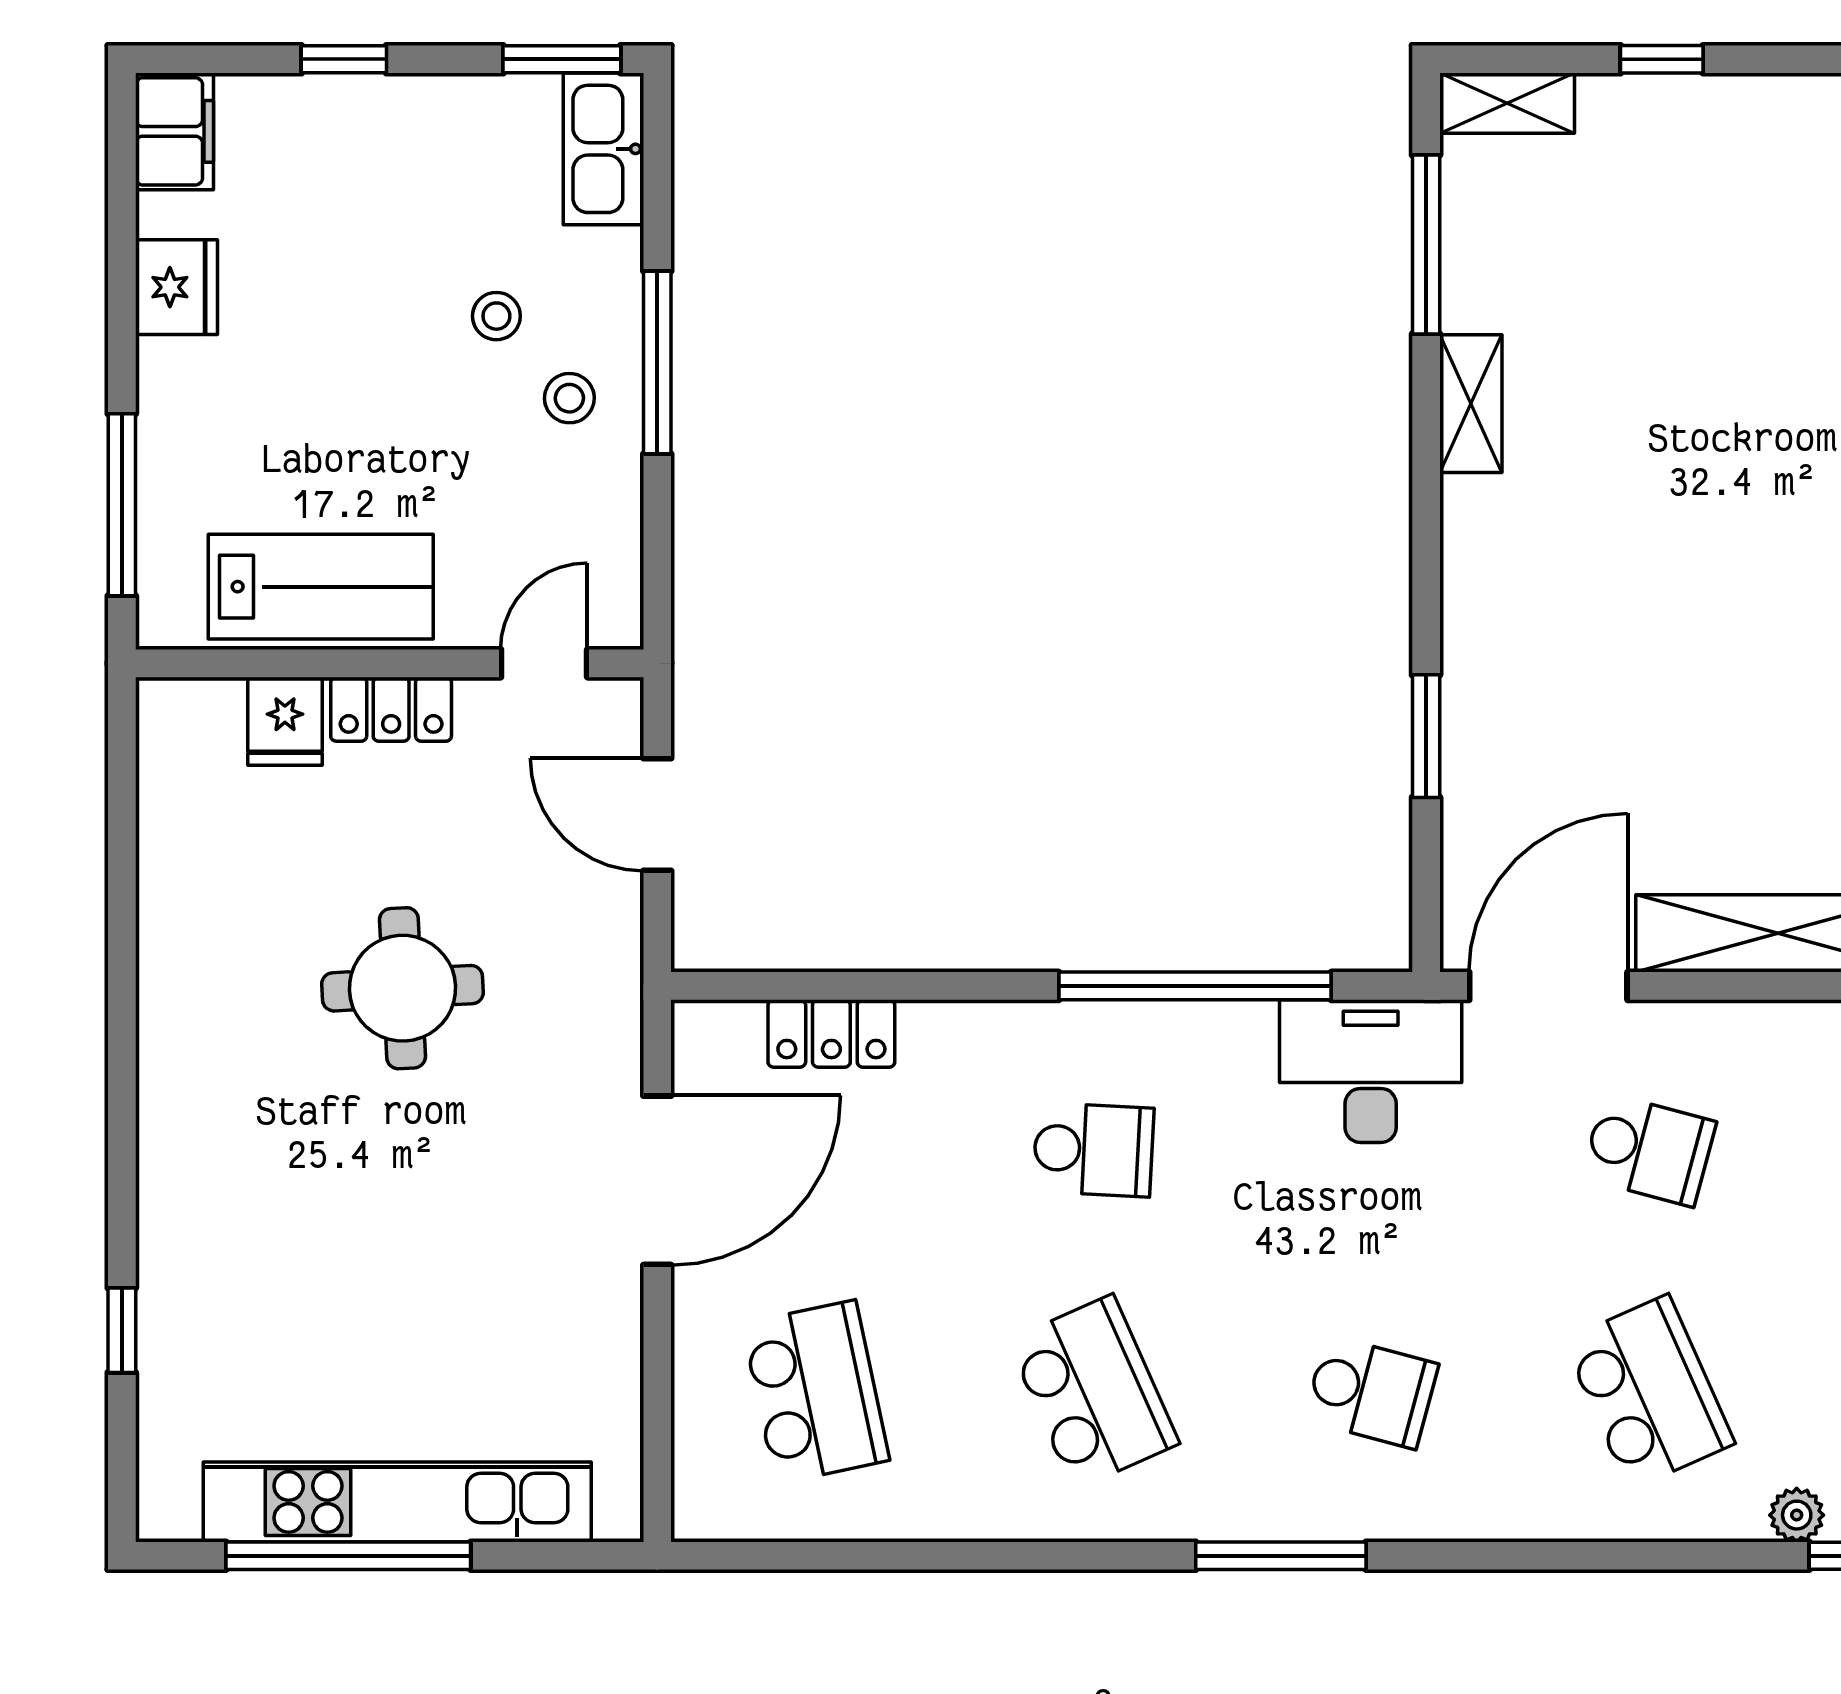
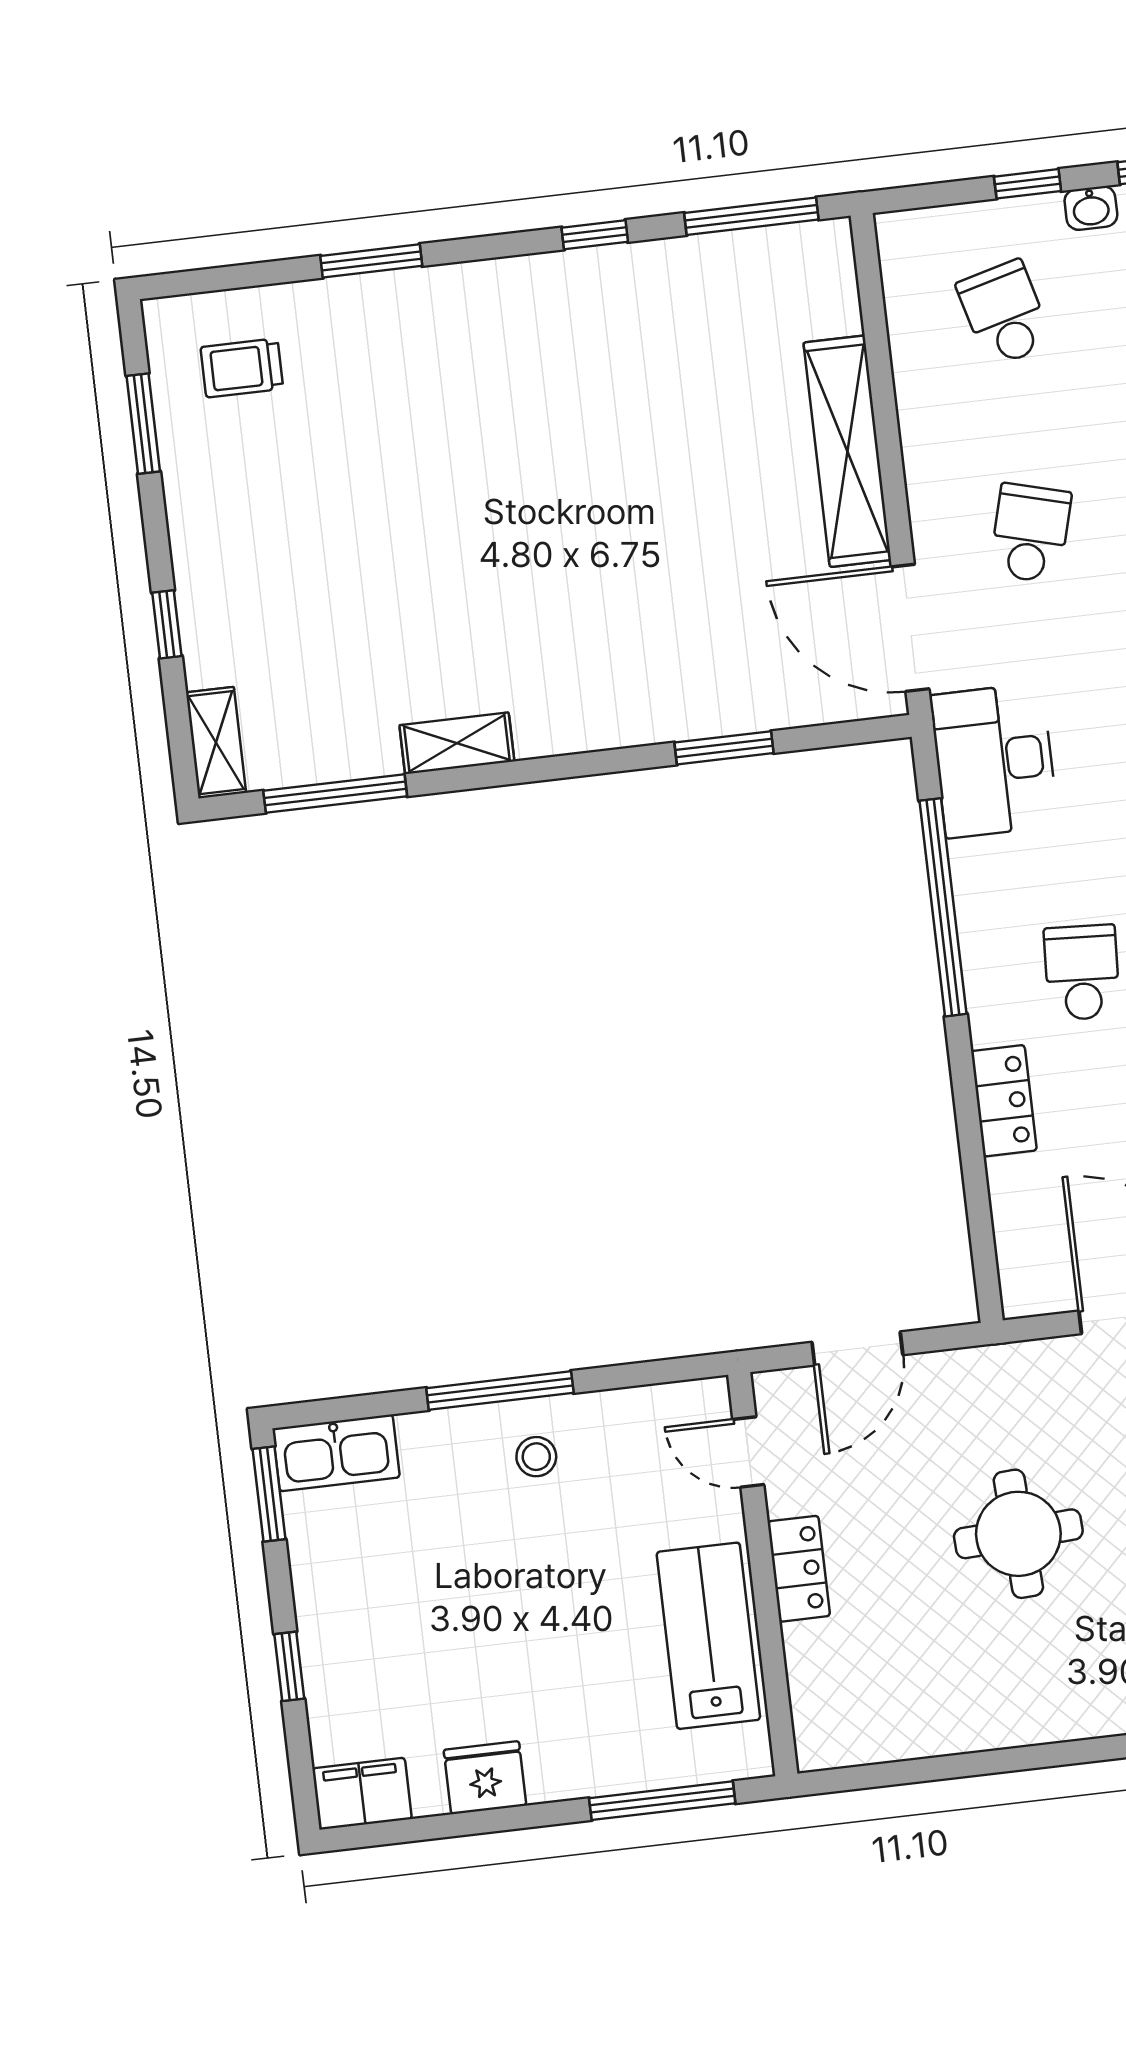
stool: (496, 316) -> (478, 1522), removed
fridge: (285, 721) -> (818, 1652), removed
locker: (831, 1034) -> (1004, 1101), moved

